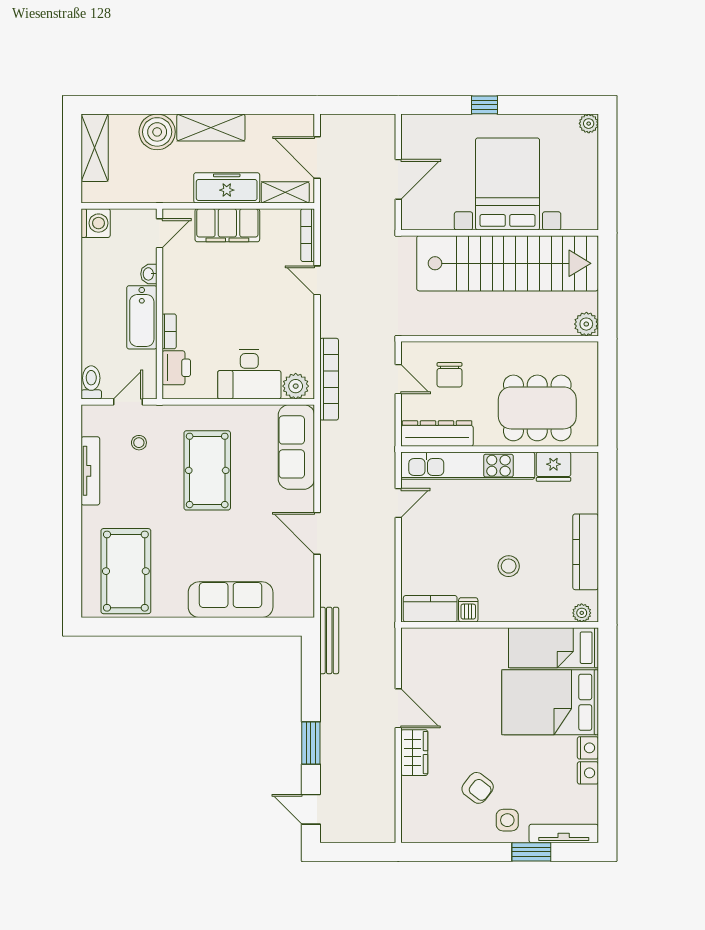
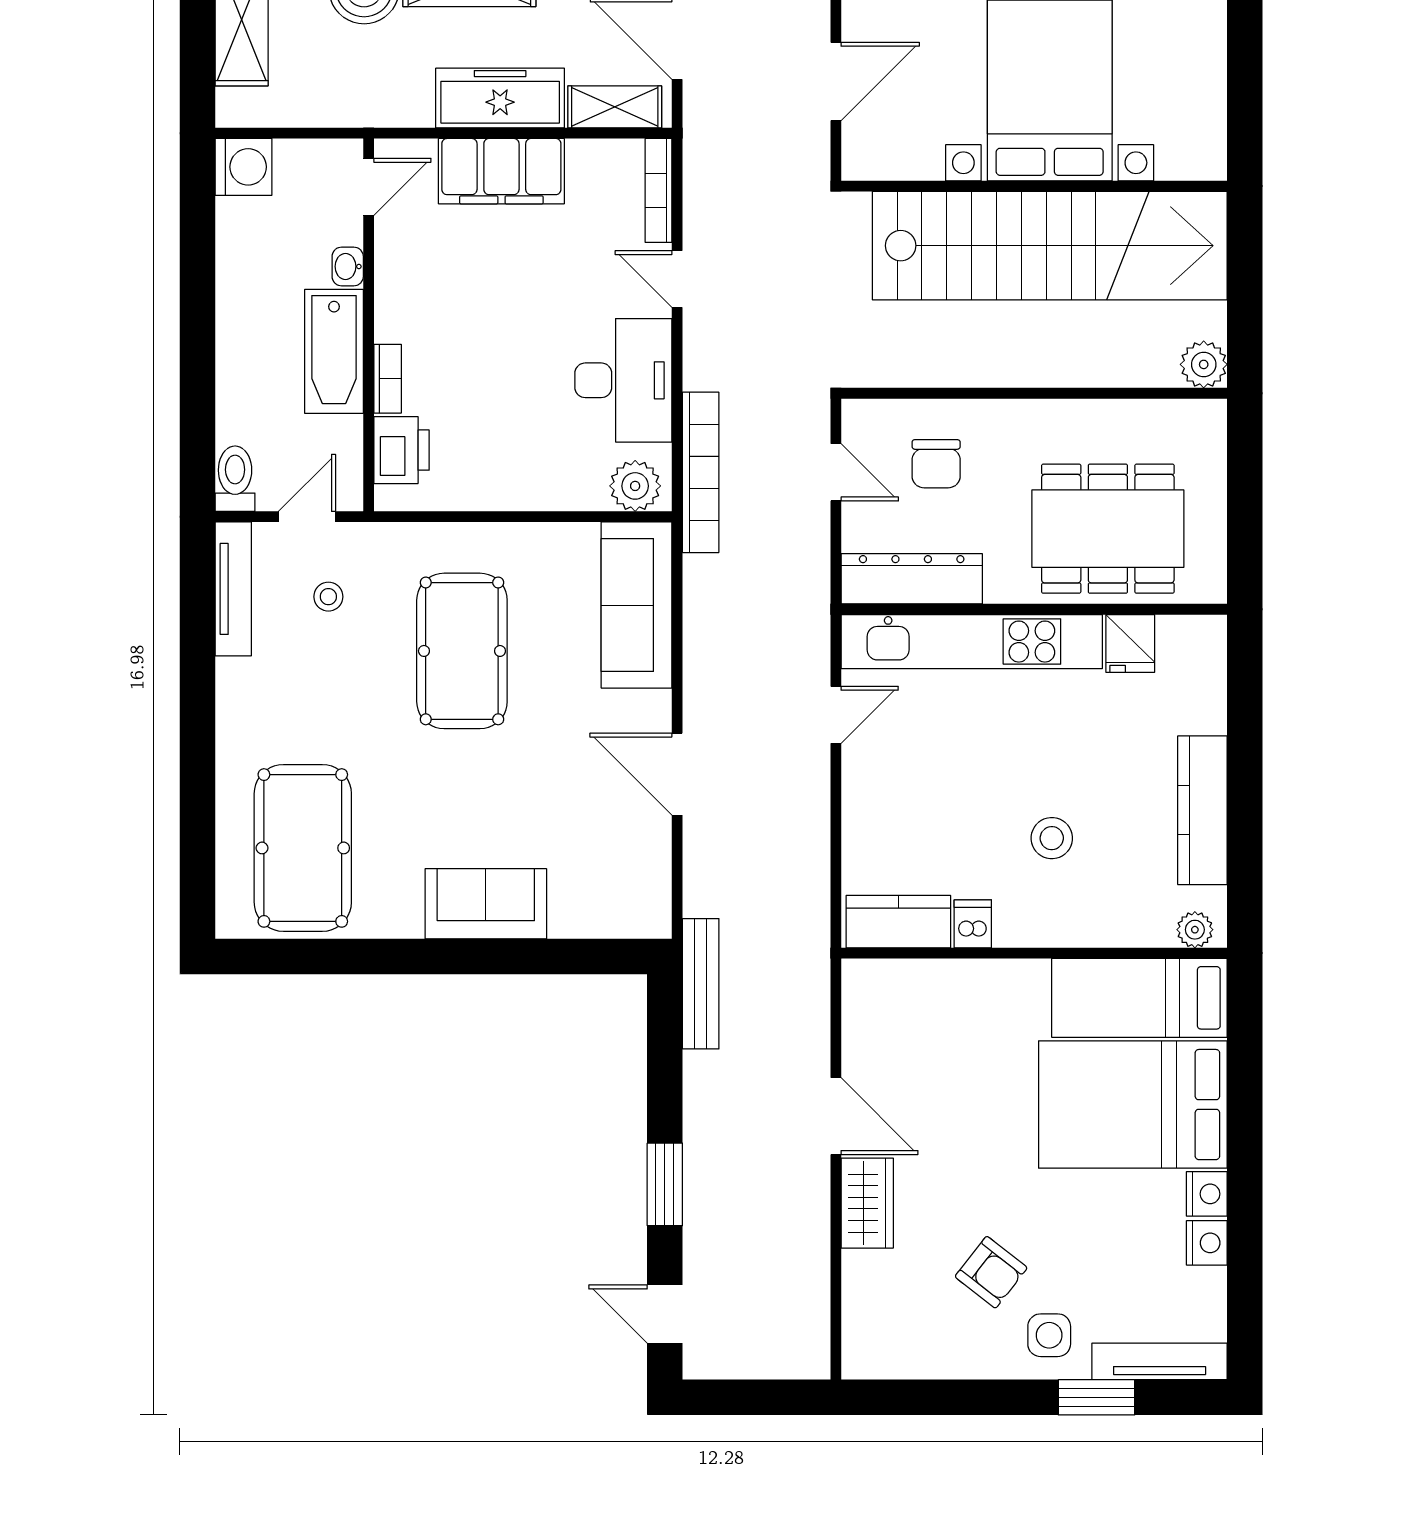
desk: (249, 374) -> (623, 380), moved, turned -90
fridge: (553, 467) -> (1130, 643), width x0.72
tv unit: (90, 471) -> (233, 589), moved
sofa: (231, 600) -> (486, 904), width x0.73

